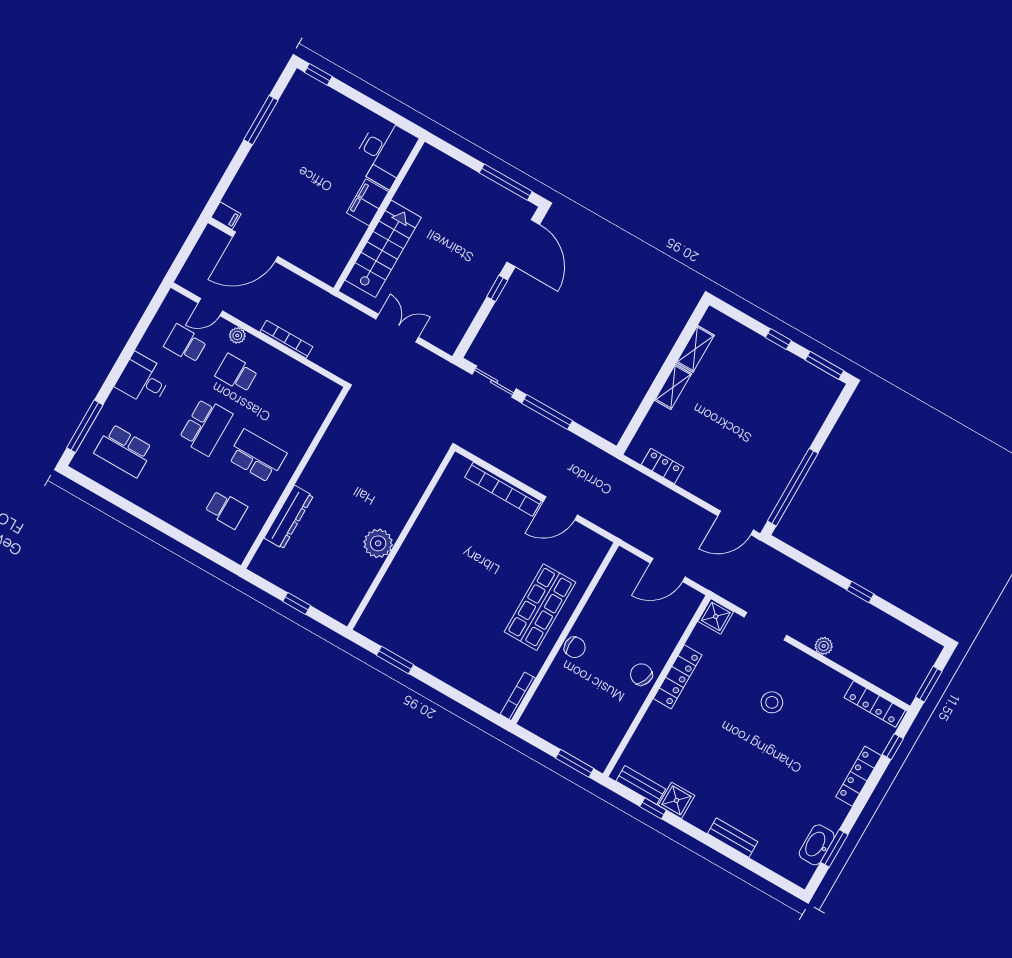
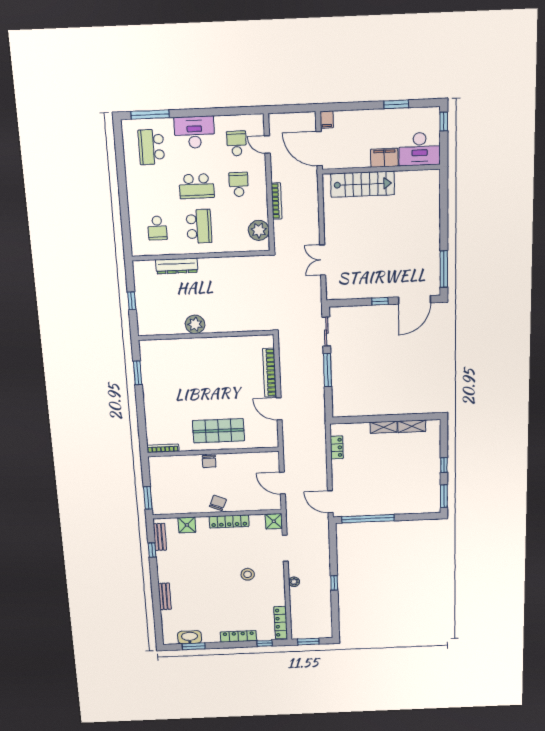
window: (261, 120) -> (396, 104), width x0.69
desk: (384, 153) -> (420, 149), moved
filing cabinet: (367, 202) -> (384, 158), moved
wall: (379, 215) -> (381, 169), moved
stairs: (383, 249) -> (363, 184), moved
double door: (397, 328) -> (323, 260), swing flipped
plant: (237, 335) -> (259, 230), moved, width x1.88, depth x1.88
desk: (143, 380) -> (194, 132), width x1.37
shower: (676, 800) -> (187, 525), moved

